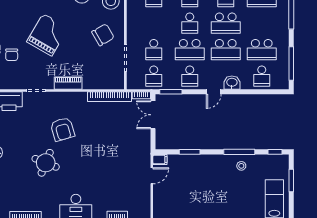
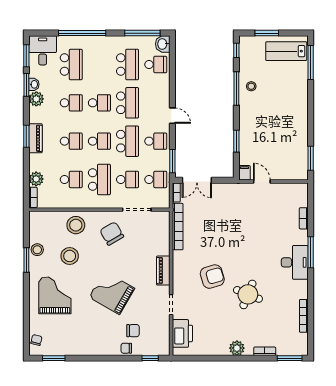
school desk: (154, 23) -> (99, 179), added
school desk: (226, 23) -> (99, 103), width x0.54
washbasin: (232, 83) -> (163, 44), moved

